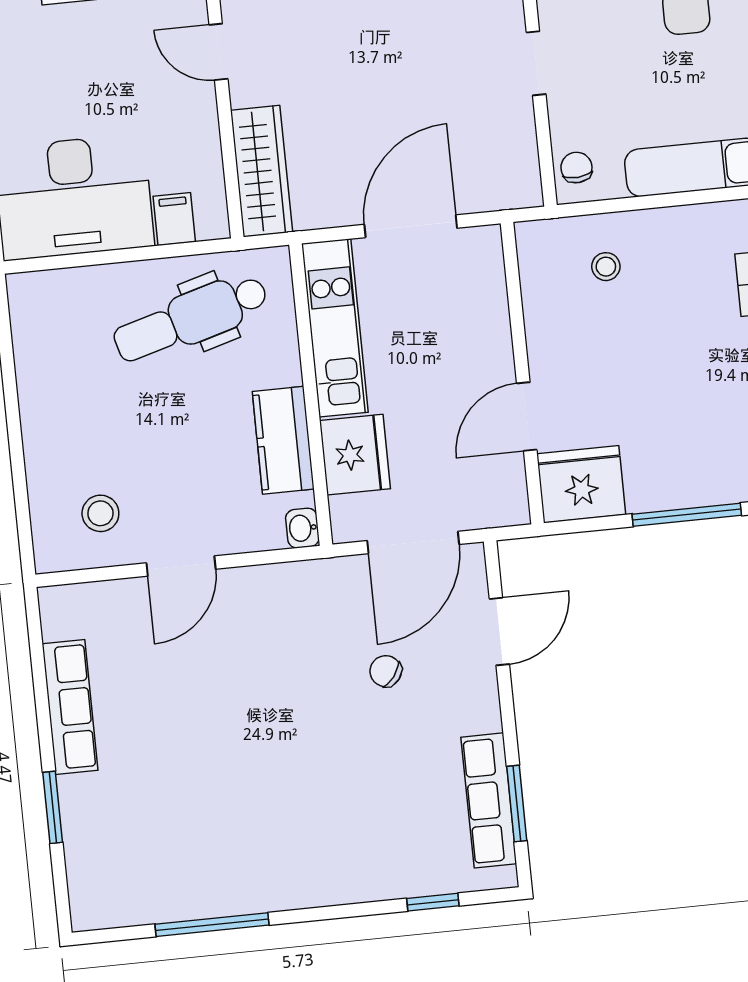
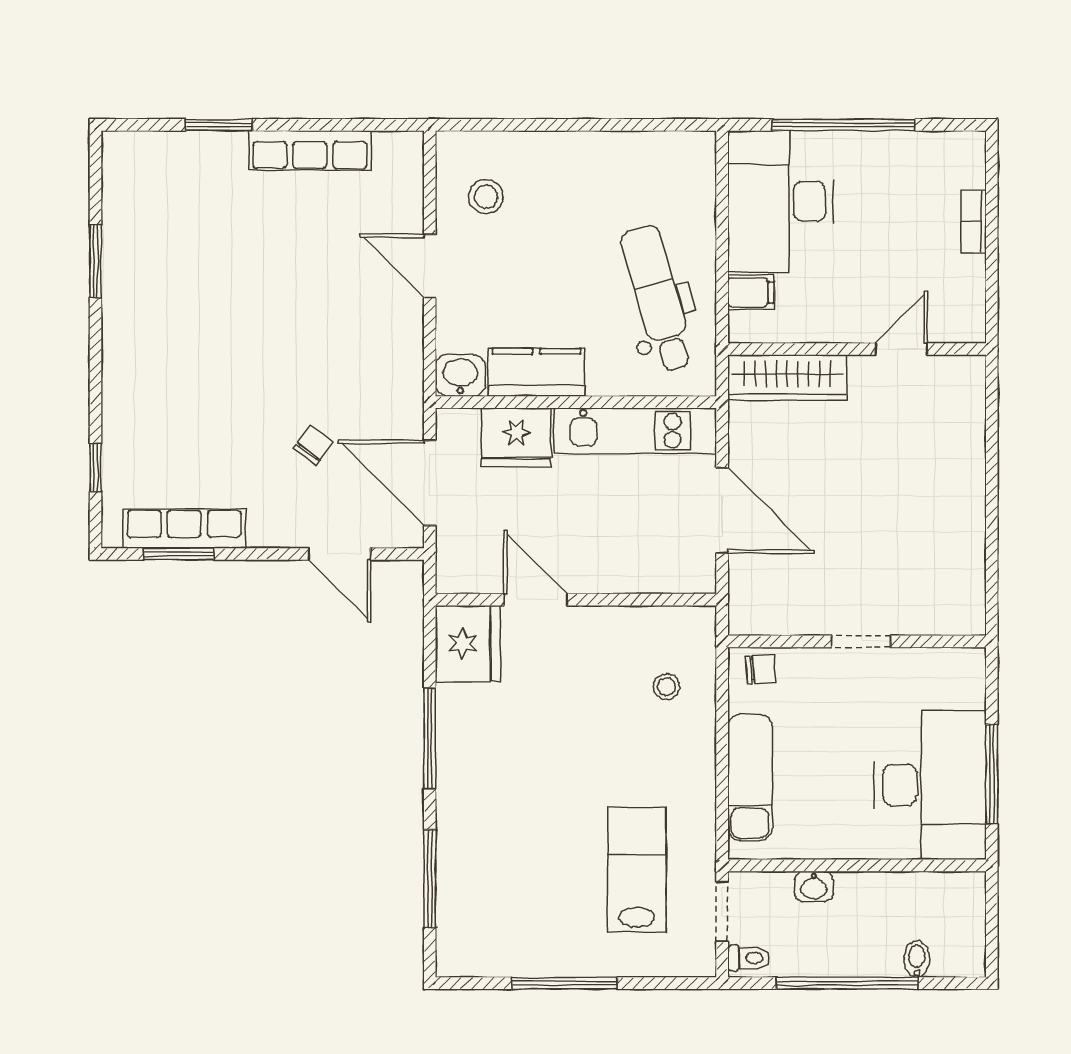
washbasin: (302, 528) -> (460, 375), width x1.38, depth x1.45
window: (212, 925) -> (96, 261), width x0.69

